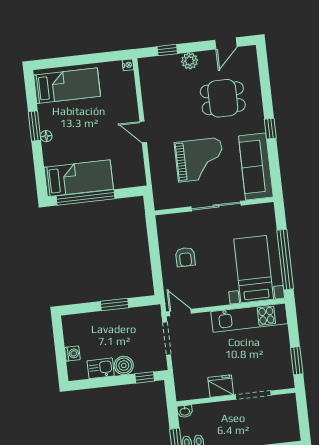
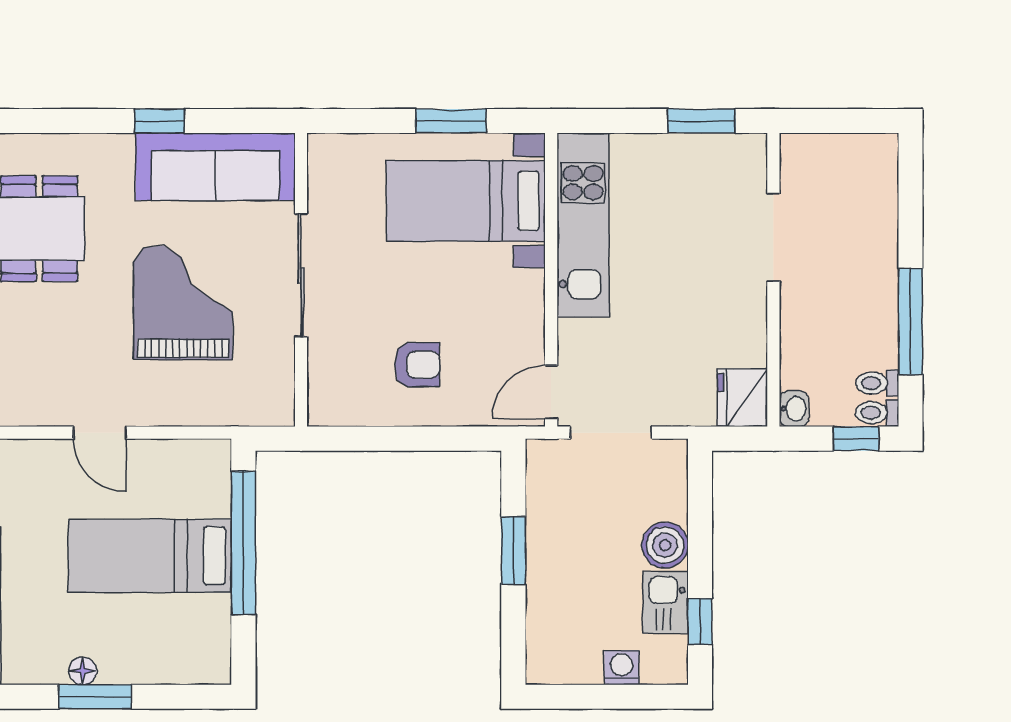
window: (35, 126) -> (95, 697), moved
window: (270, 129) -> (159, 121), moved
door: (143, 132) -> (100, 433), hinge flipped
bed: (79, 178) -> (150, 556), moved, turned -90
window: (85, 197) -> (243, 543), moved
window: (285, 260) -> (451, 121), width x0.47
window: (145, 377) -> (700, 622), moved
fridge: (221, 386) -> (743, 398), moved

